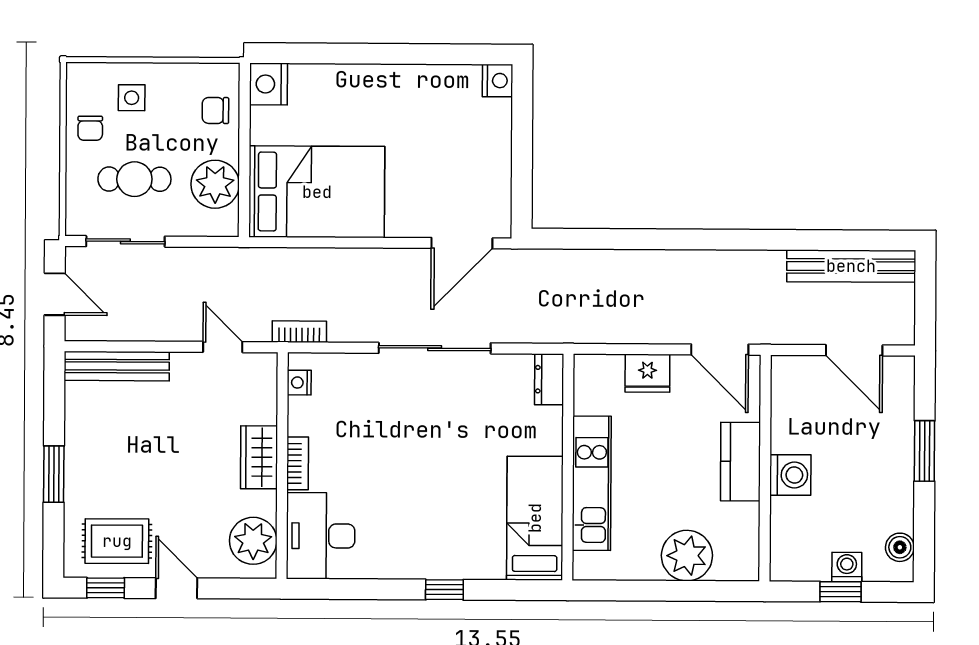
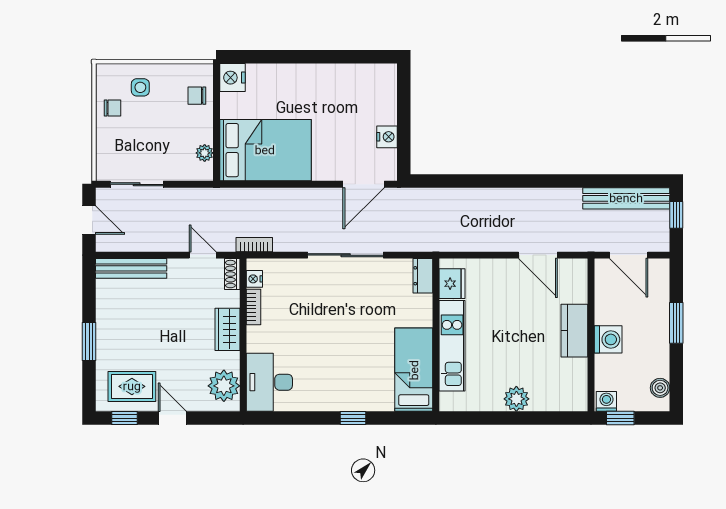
nightstand: (497, 81) -> (387, 137), moved
chair: (90, 128) -> (112, 108), turned -90
cafe table: (134, 179) -> (142, 142), removed
plant: (215, 184) -> (205, 153), width x0.53, depth x0.53
window: (925, 291) -> (676, 215), added
fridge: (647, 373) -> (452, 284), moved, turned -90
shoe rack: (266, 375) -> (232, 274), added
kitchen counter: (740, 462) -> (574, 331), moved
bookcase: (298, 463) -> (254, 307), moved
wall: (765, 468) -> (591, 335), moved
washing machine: (790, 475) -> (608, 339), moved
plant: (687, 556) -> (516, 399), width x0.73, depth x0.73
washing machine: (847, 567) -> (606, 401), moved

